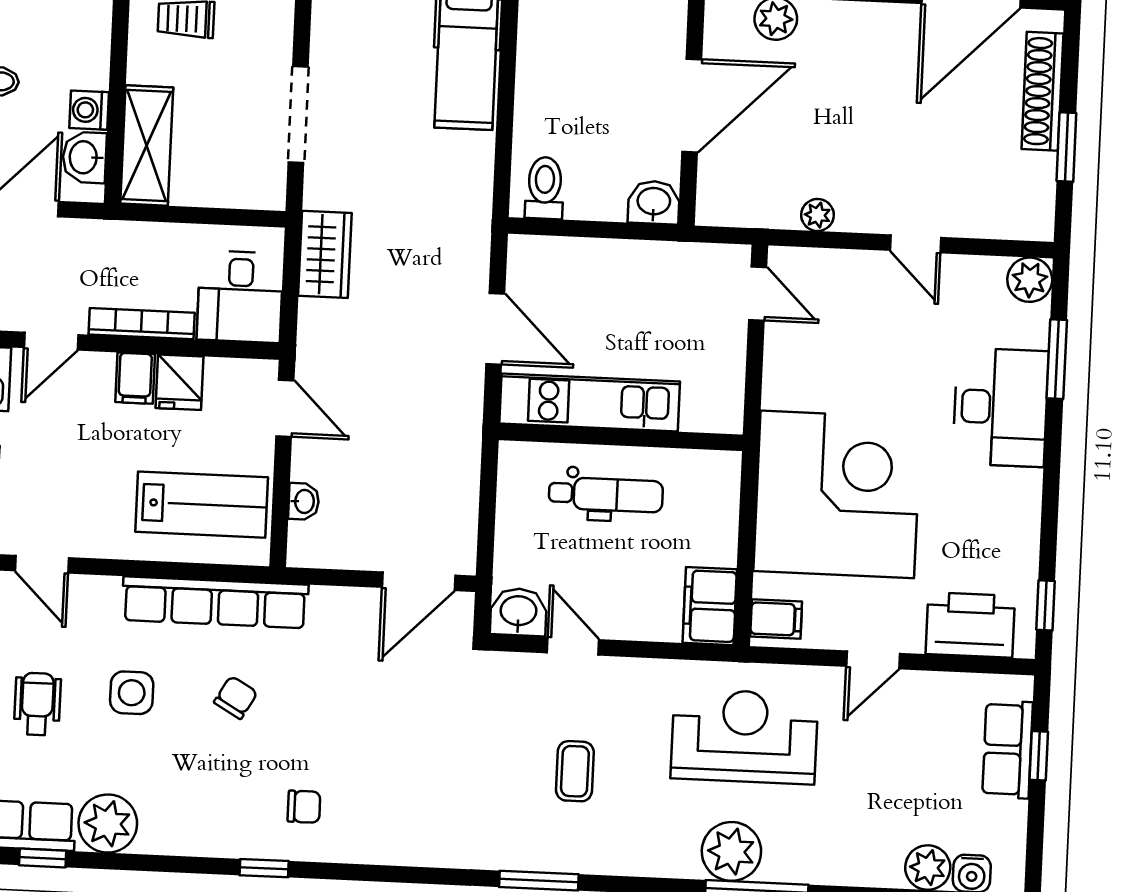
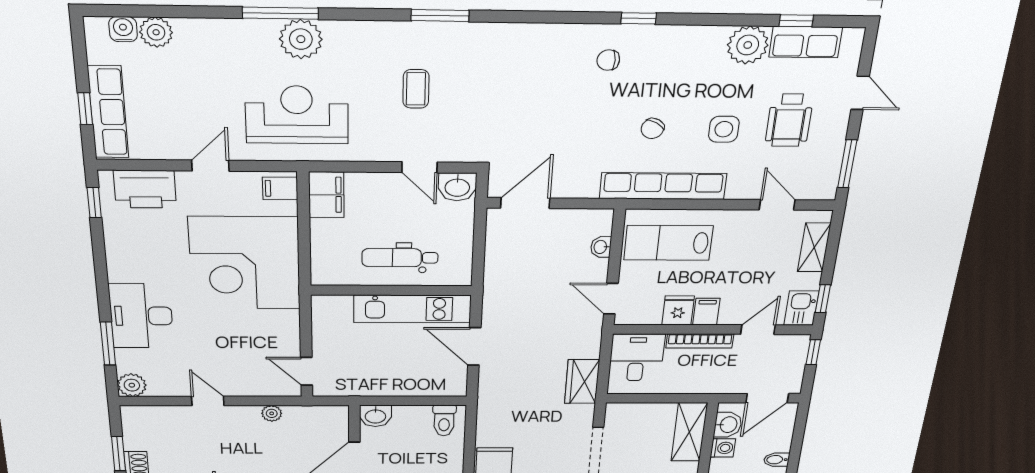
wheelchair: (37, 704) -> (789, 120), width x1.36, depth x1.37
reception desk: (744, 736) -> (297, 115), turned 180
row of seats: (1008, 749) -> (108, 112), width x1.48

